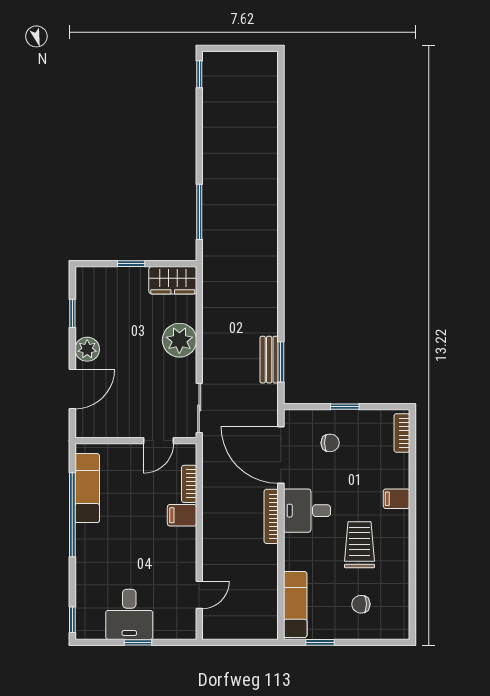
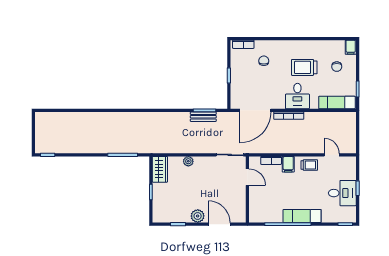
plant: (179, 340) -> (188, 161), width x0.53, depth x0.53
chair: (330, 443) -> (264, 61), moved
exam couch: (87, 488) -> (302, 216), moved
filing cabinet: (396, 499) -> (351, 47), moved
desk: (307, 511) -> (297, 96), moved
trolley: (181, 554) -> (309, 165), added

